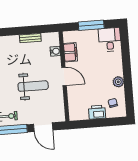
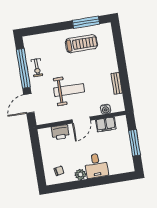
desk: (110, 40) -> (96, 166), moved, turned 90
weight bench: (33, 86) -> (69, 90), turned -90
printer: (97, 112) -> (60, 132), moved, turned 90

